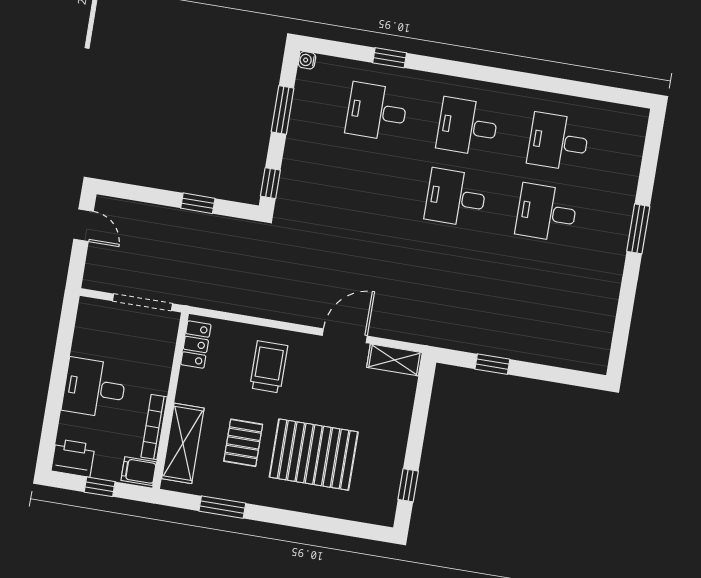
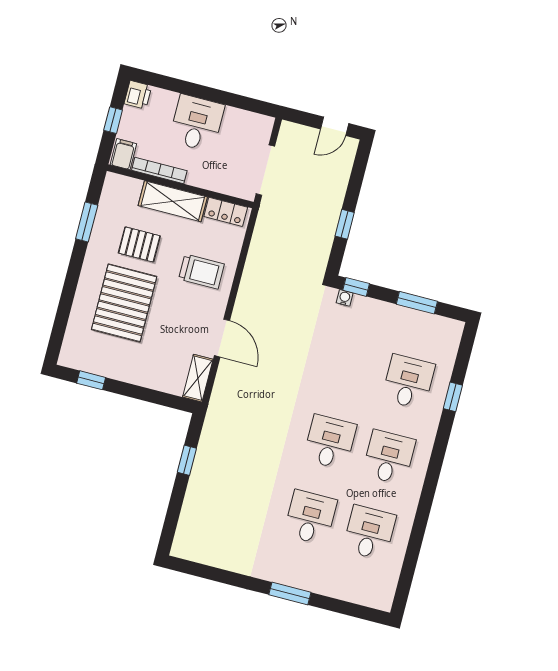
water cooler: (307, 60) -> (345, 298), moved
shelving: (183, 443) -> (173, 201), moved
printer: (73, 458) -> (138, 95), width x0.73, depth x0.81

